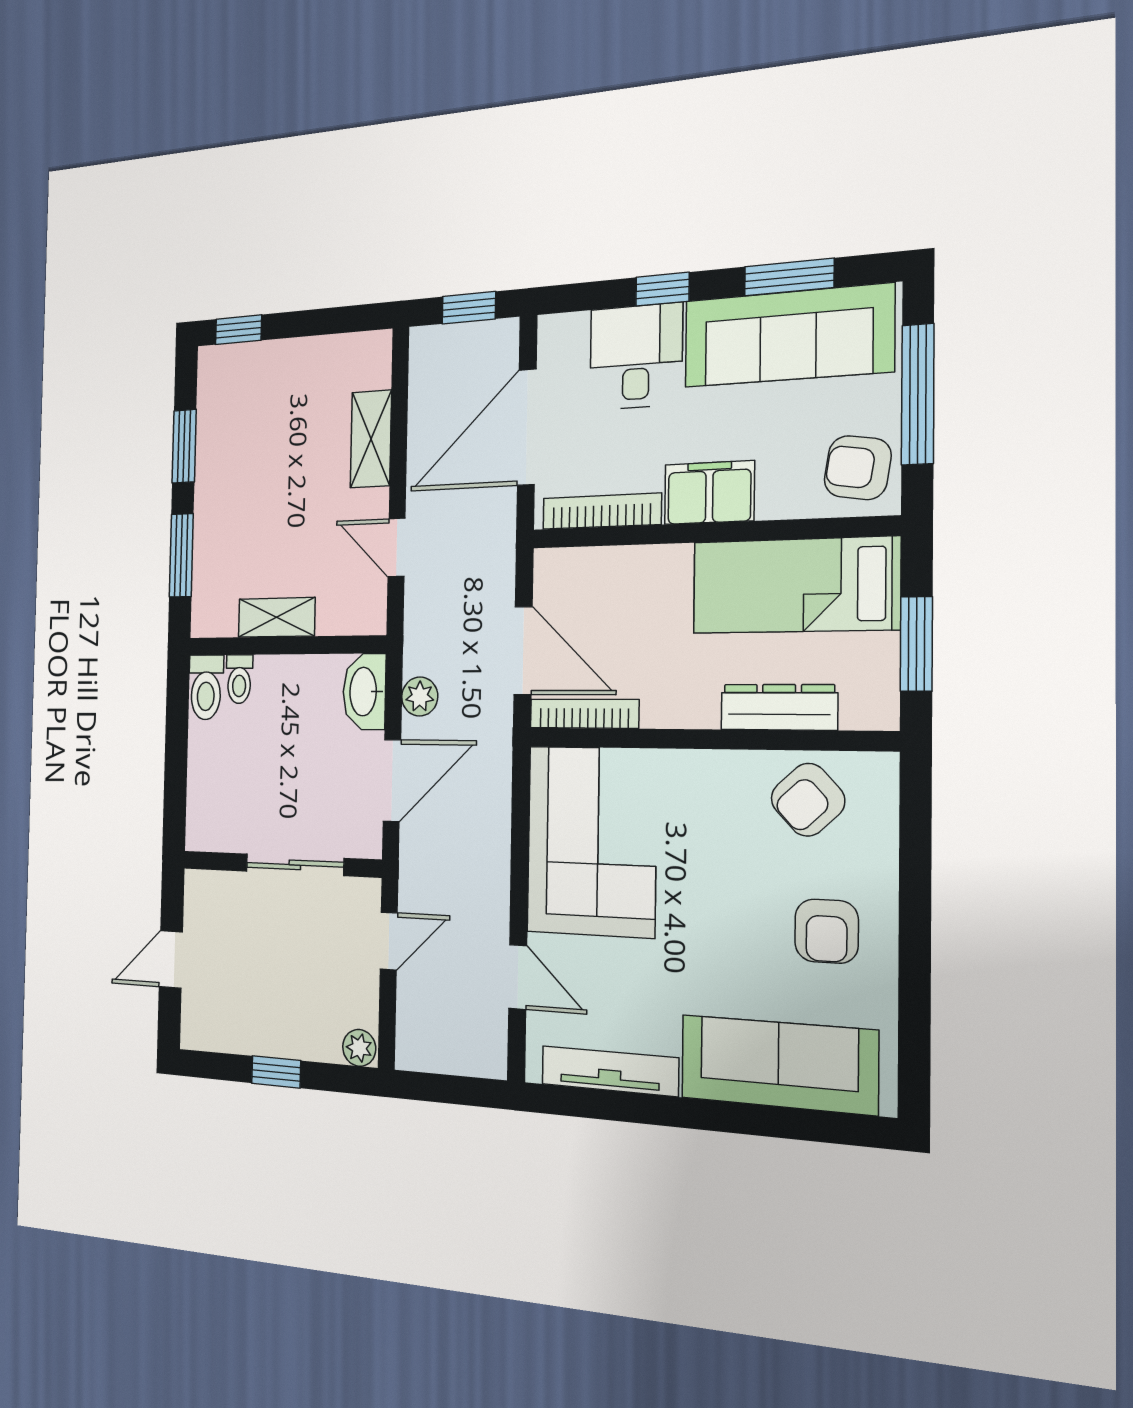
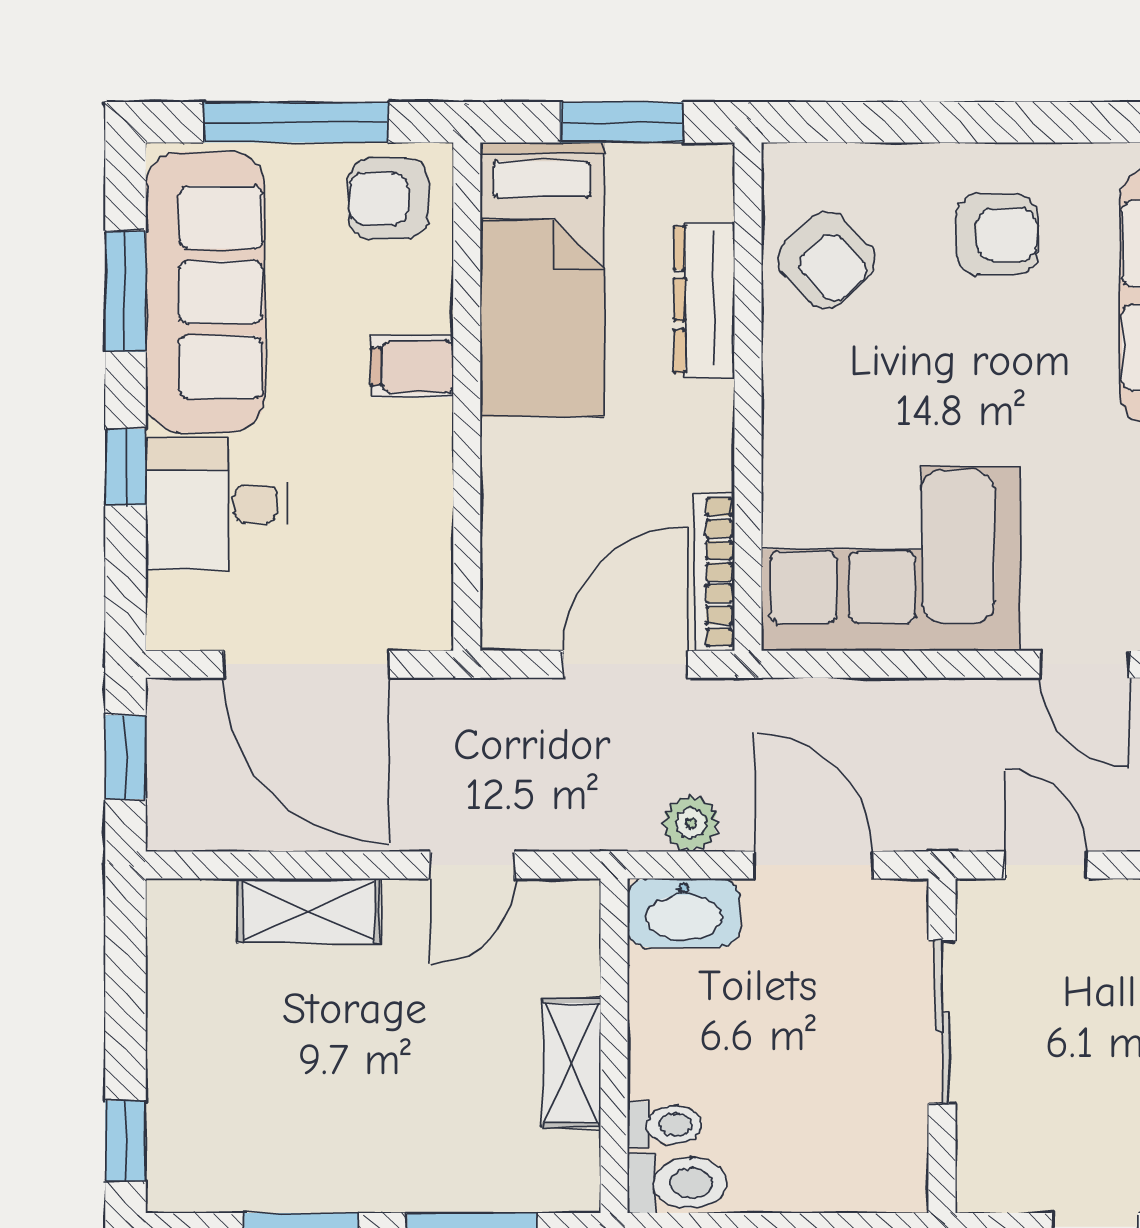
armchair: (858, 468) -> (388, 199), turned 81
filing cabinet: (709, 493) -> (412, 367), width x0.50
bookcase: (602, 511) -> (431, 551), removed
door: (518, 977) -> (1085, 664), swing flipped

